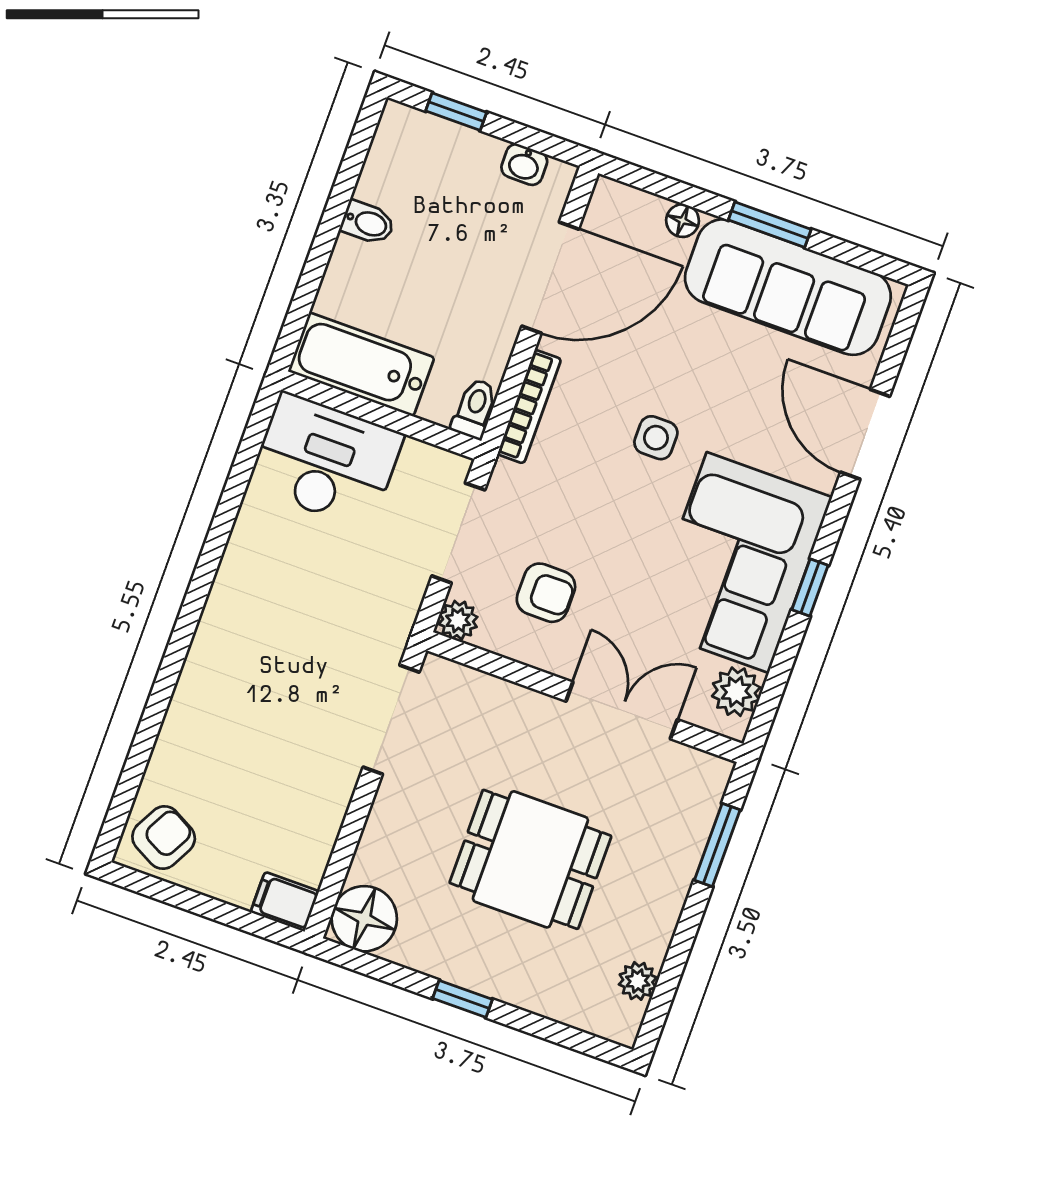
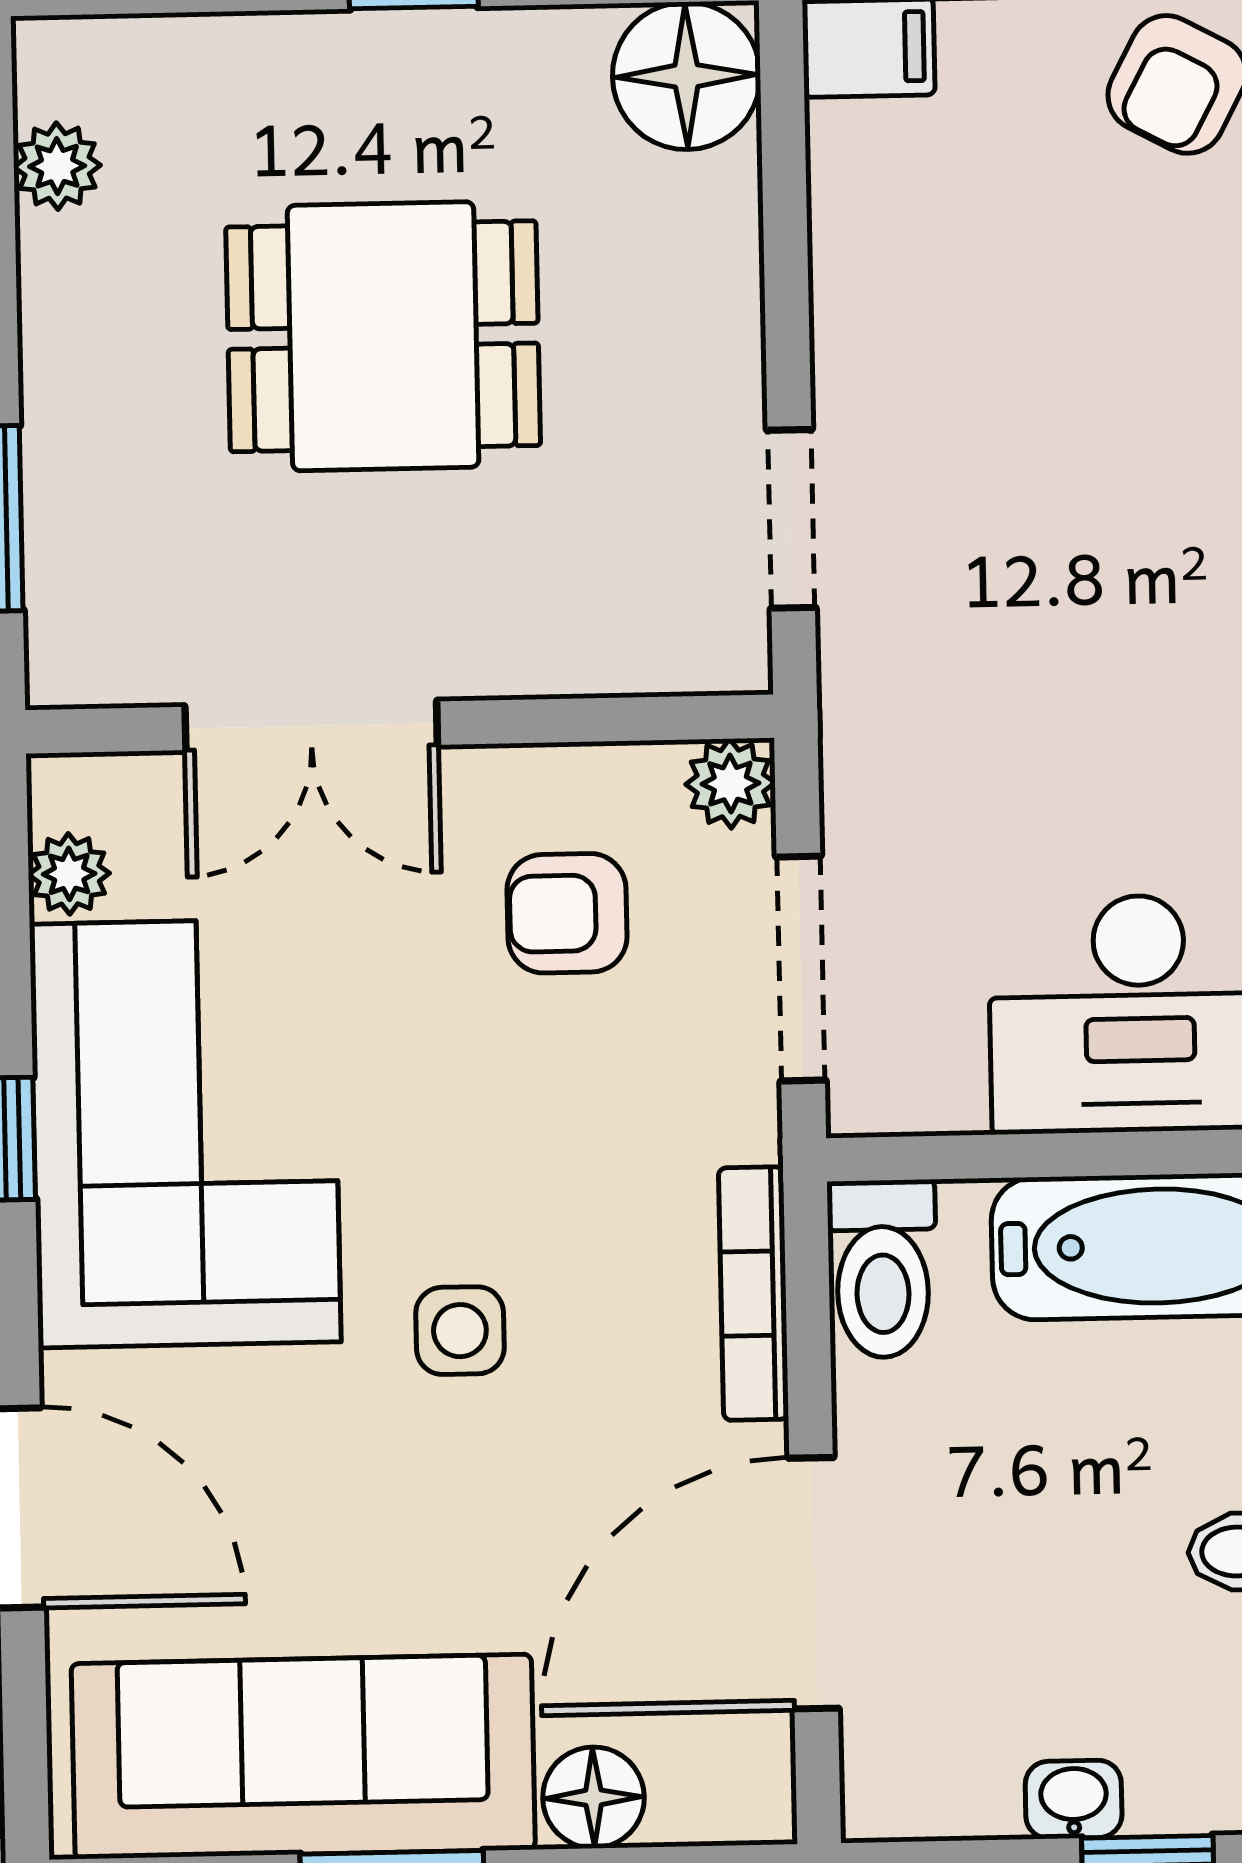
washbasin: (524, 164) -> (1074, 1799), moved
floor lamp: (683, 221) -> (594, 1798), width x1.37, depth x1.37
toilet: (475, 409) -> (883, 1269), width x1.37, depth x1.39
plant: (736, 692) -> (69, 874), width x0.73, depth x0.73
doorway: (391, 720) -> (791, 519), width x0.73

